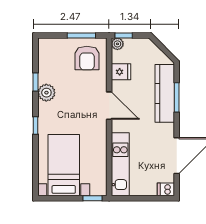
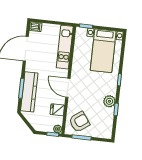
armchair: (87, 58) -> (79, 122), turned 54

